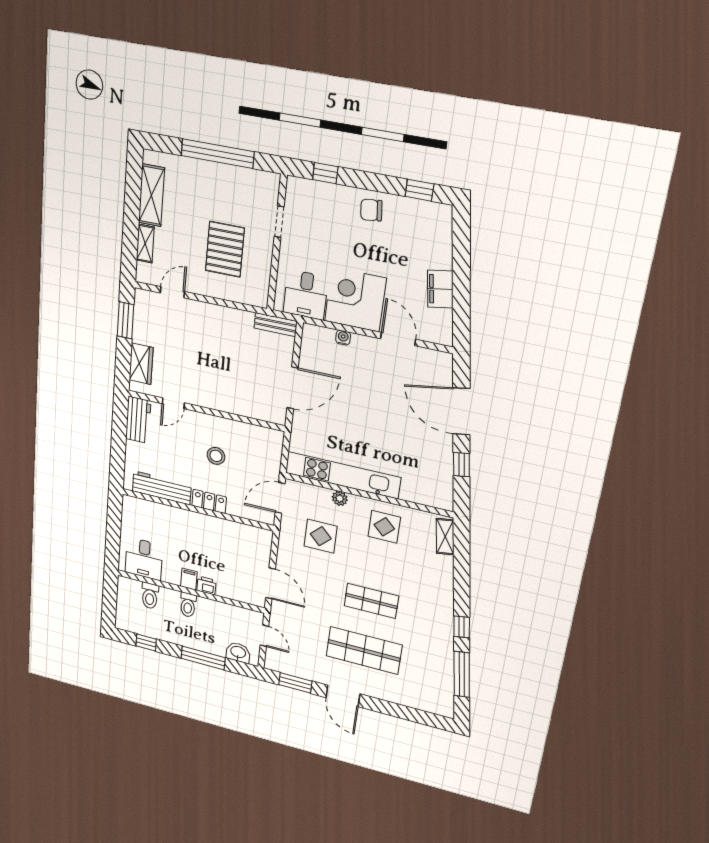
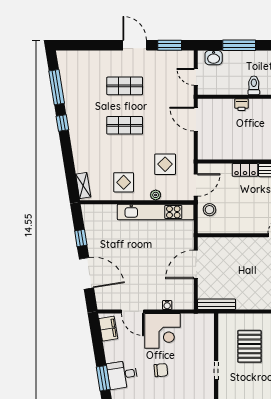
chair: (371, 210) -> (161, 370), moved
window: (461, 243) -> (103, 378), added
filing cabinet: (440, 289) -> (108, 329), moved
desk: (306, 295) -> (122, 375), moved, turned -99
bench: (276, 325) -> (217, 304), width x1.36
stool: (216, 456) -> (210, 210), moved
filing cabinet: (189, 579) -> (255, 106), removed
shop shelf: (364, 650) -> (125, 86), width x0.70, depth x0.74

